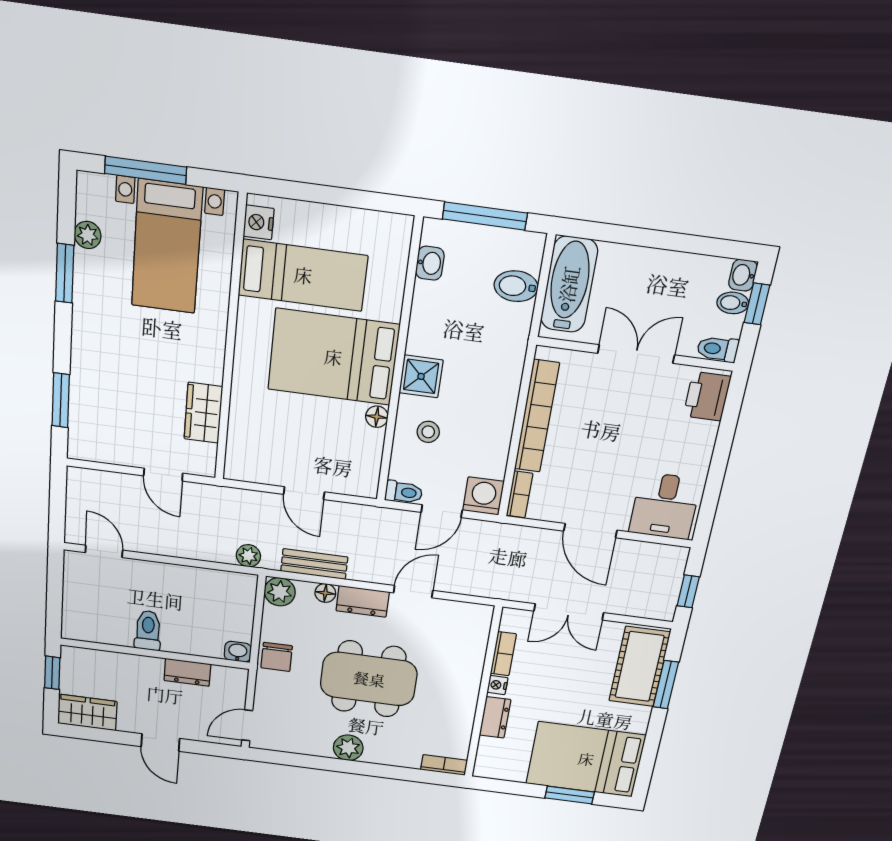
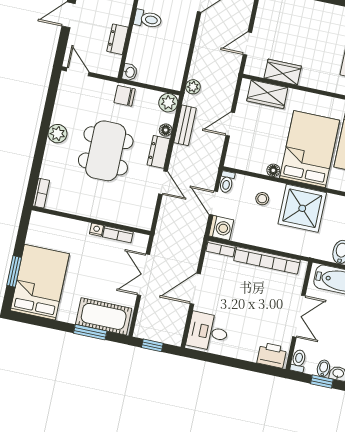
shower: (421, 376) -> (302, 208), width x1.86, depth x1.86
wardrobe: (245, 436) -> (267, 94), added
dresser: (495, 717) -> (74, 227), removed

